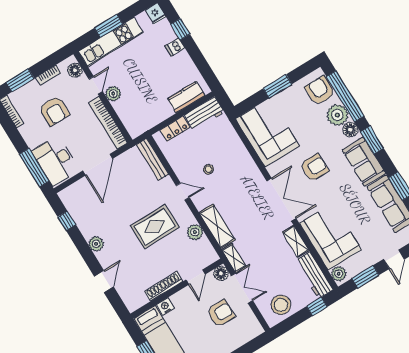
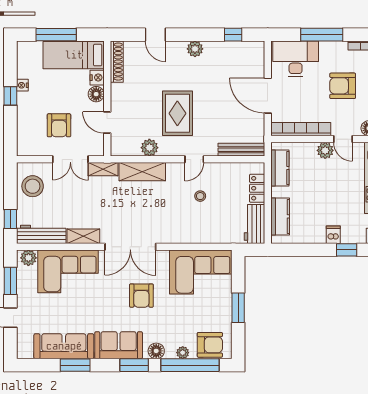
plant: (337, 115) -> (183, 353), width x0.53, depth x0.53
kitchen counter: (148, 121) -> (280, 168), added
window: (34, 168) -> (322, 35), moved
floor lamp: (221, 273) -> (96, 94), moved
shoe rack: (164, 286) -> (117, 62), moved

